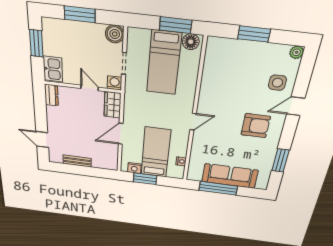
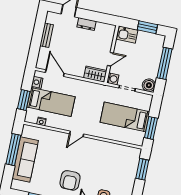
window: (80, 14) -> (165, 63), width x1.44
window: (254, 34) -> (142, 169), moved
floor lamp: (191, 42) -> (139, 137), removed
dresser: (51, 95) -> (87, 24), moved
door: (193, 122) -> (77, 134), hinge flipped
door: (121, 134) -> (55, 73), moved
window: (145, 179) -> (24, 100), moved

